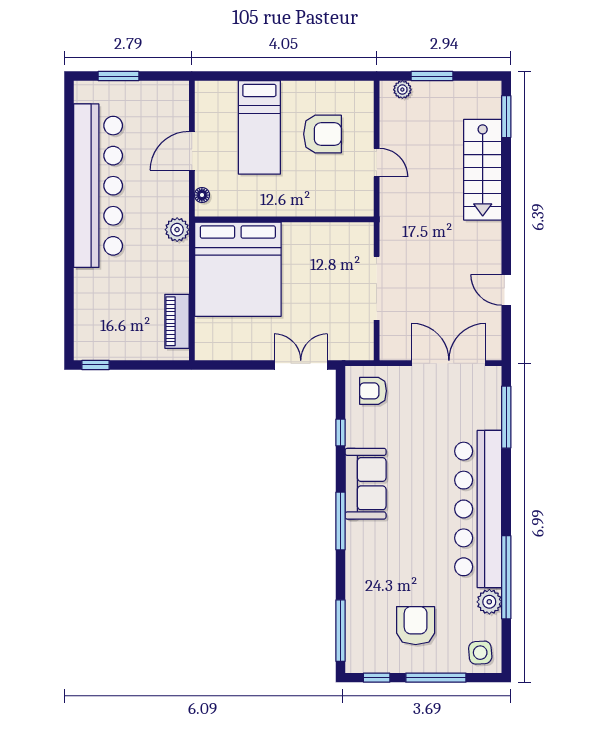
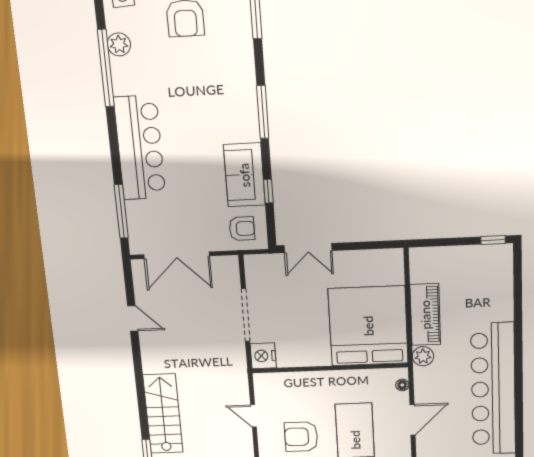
nightstand: (360, 238) -> (263, 356), added
piano: (177, 321) -> (425, 315), moved, width x1.37, depth x1.33
sofa: (366, 484) -> (244, 175), moved
bar counter: (478, 509) -> (140, 148), width x0.73

